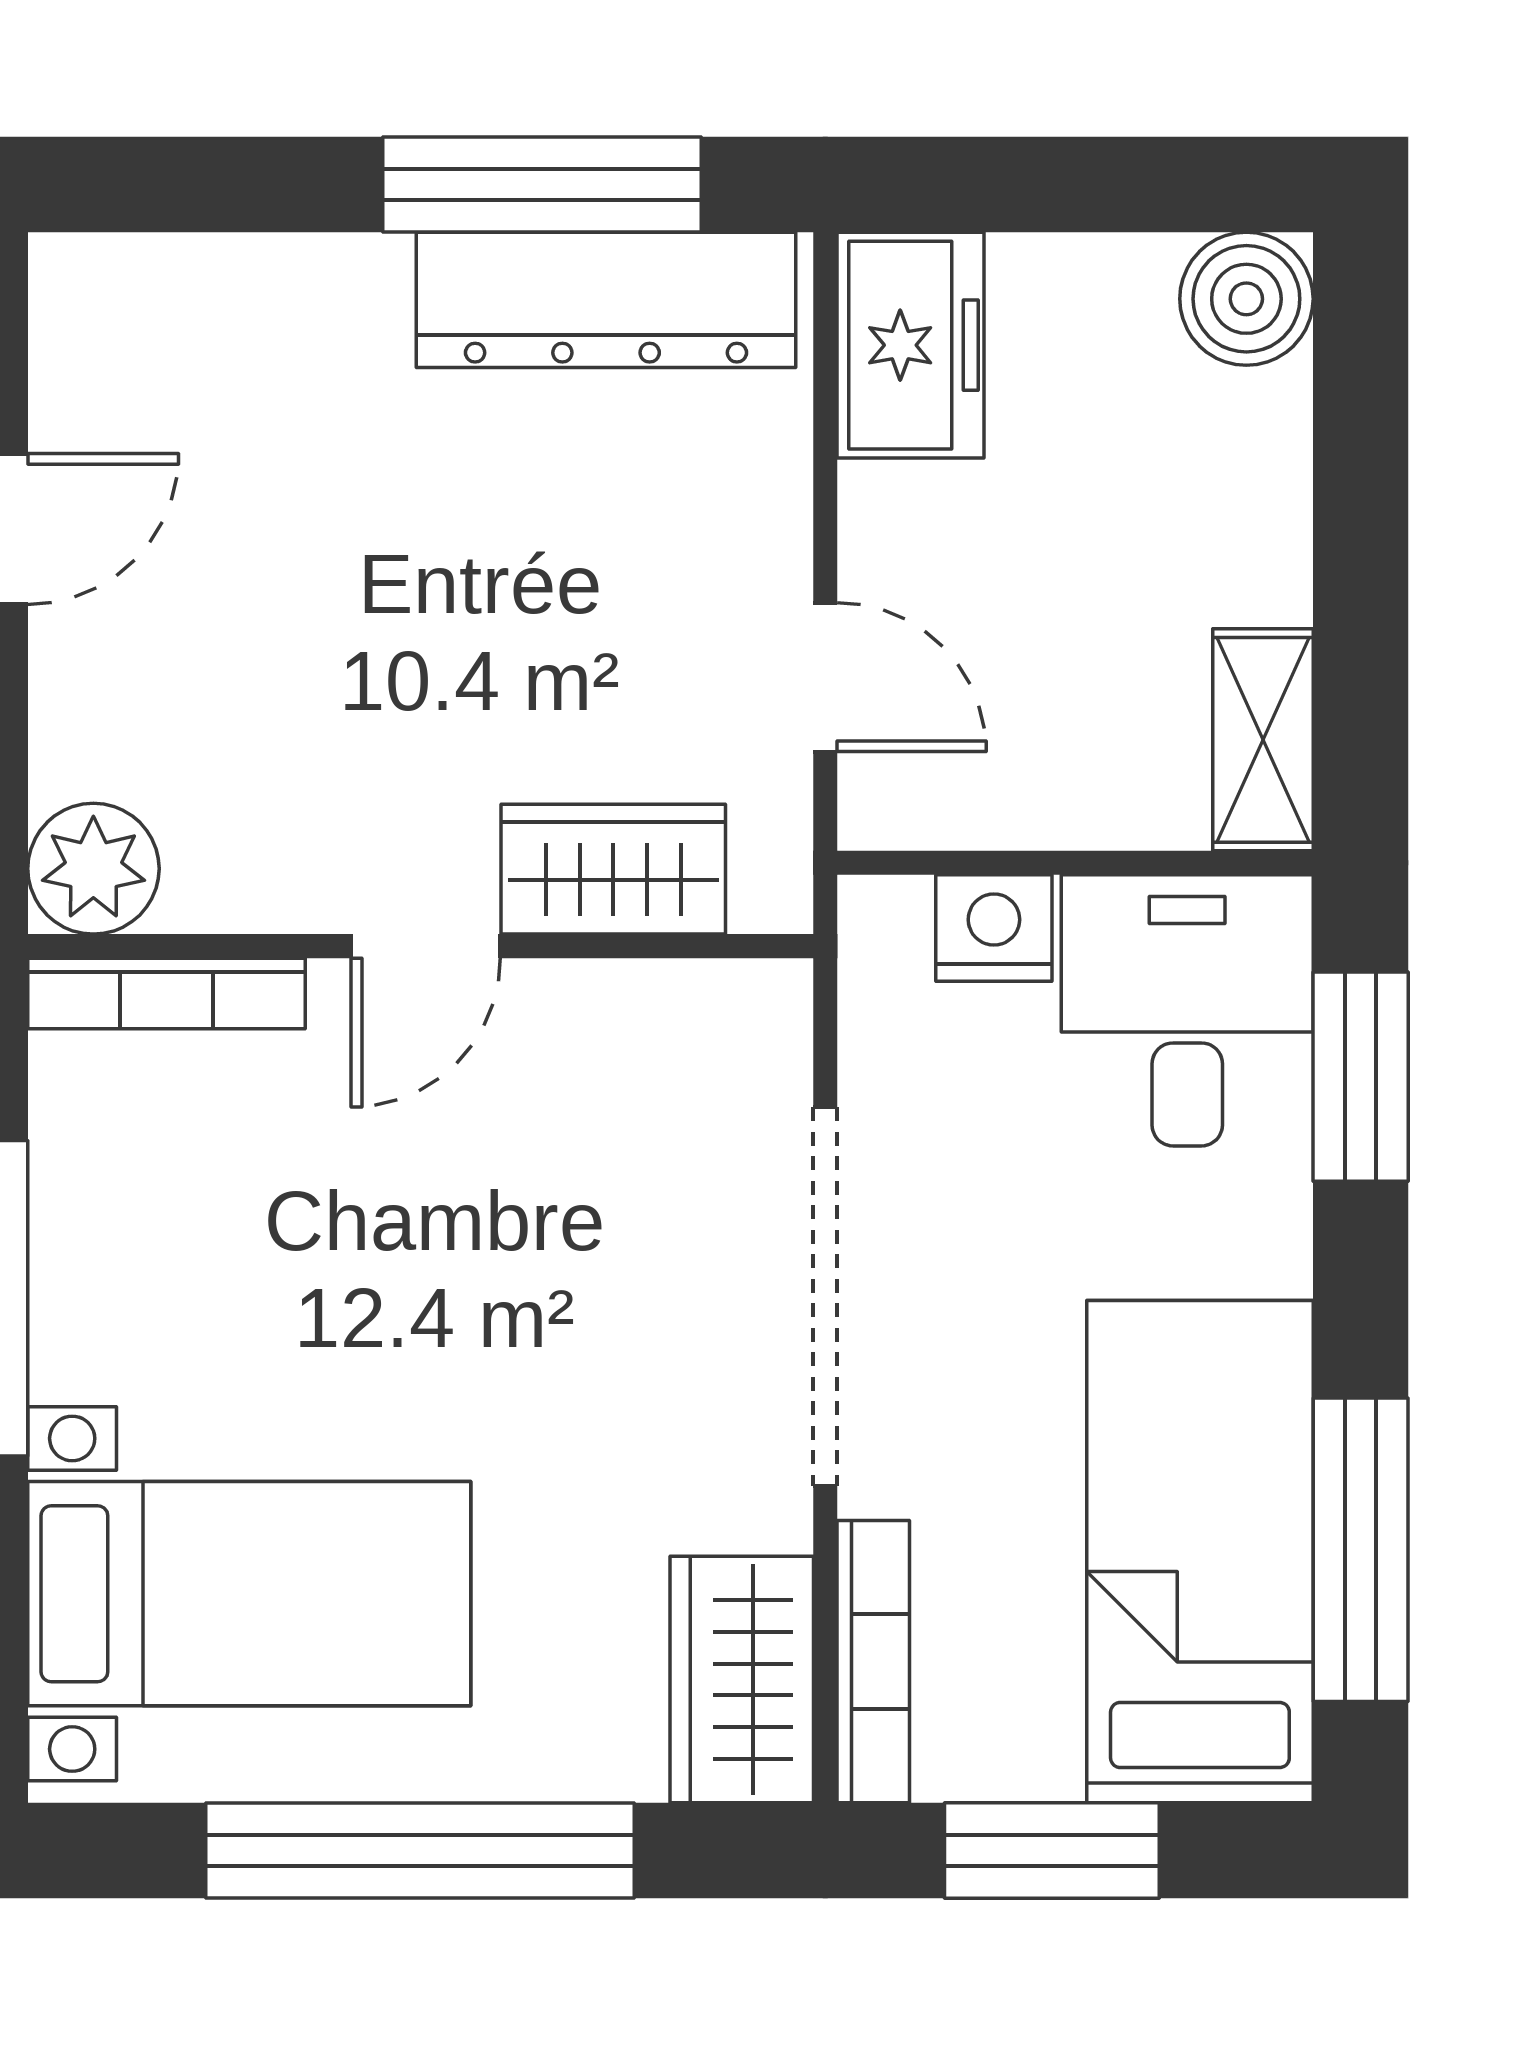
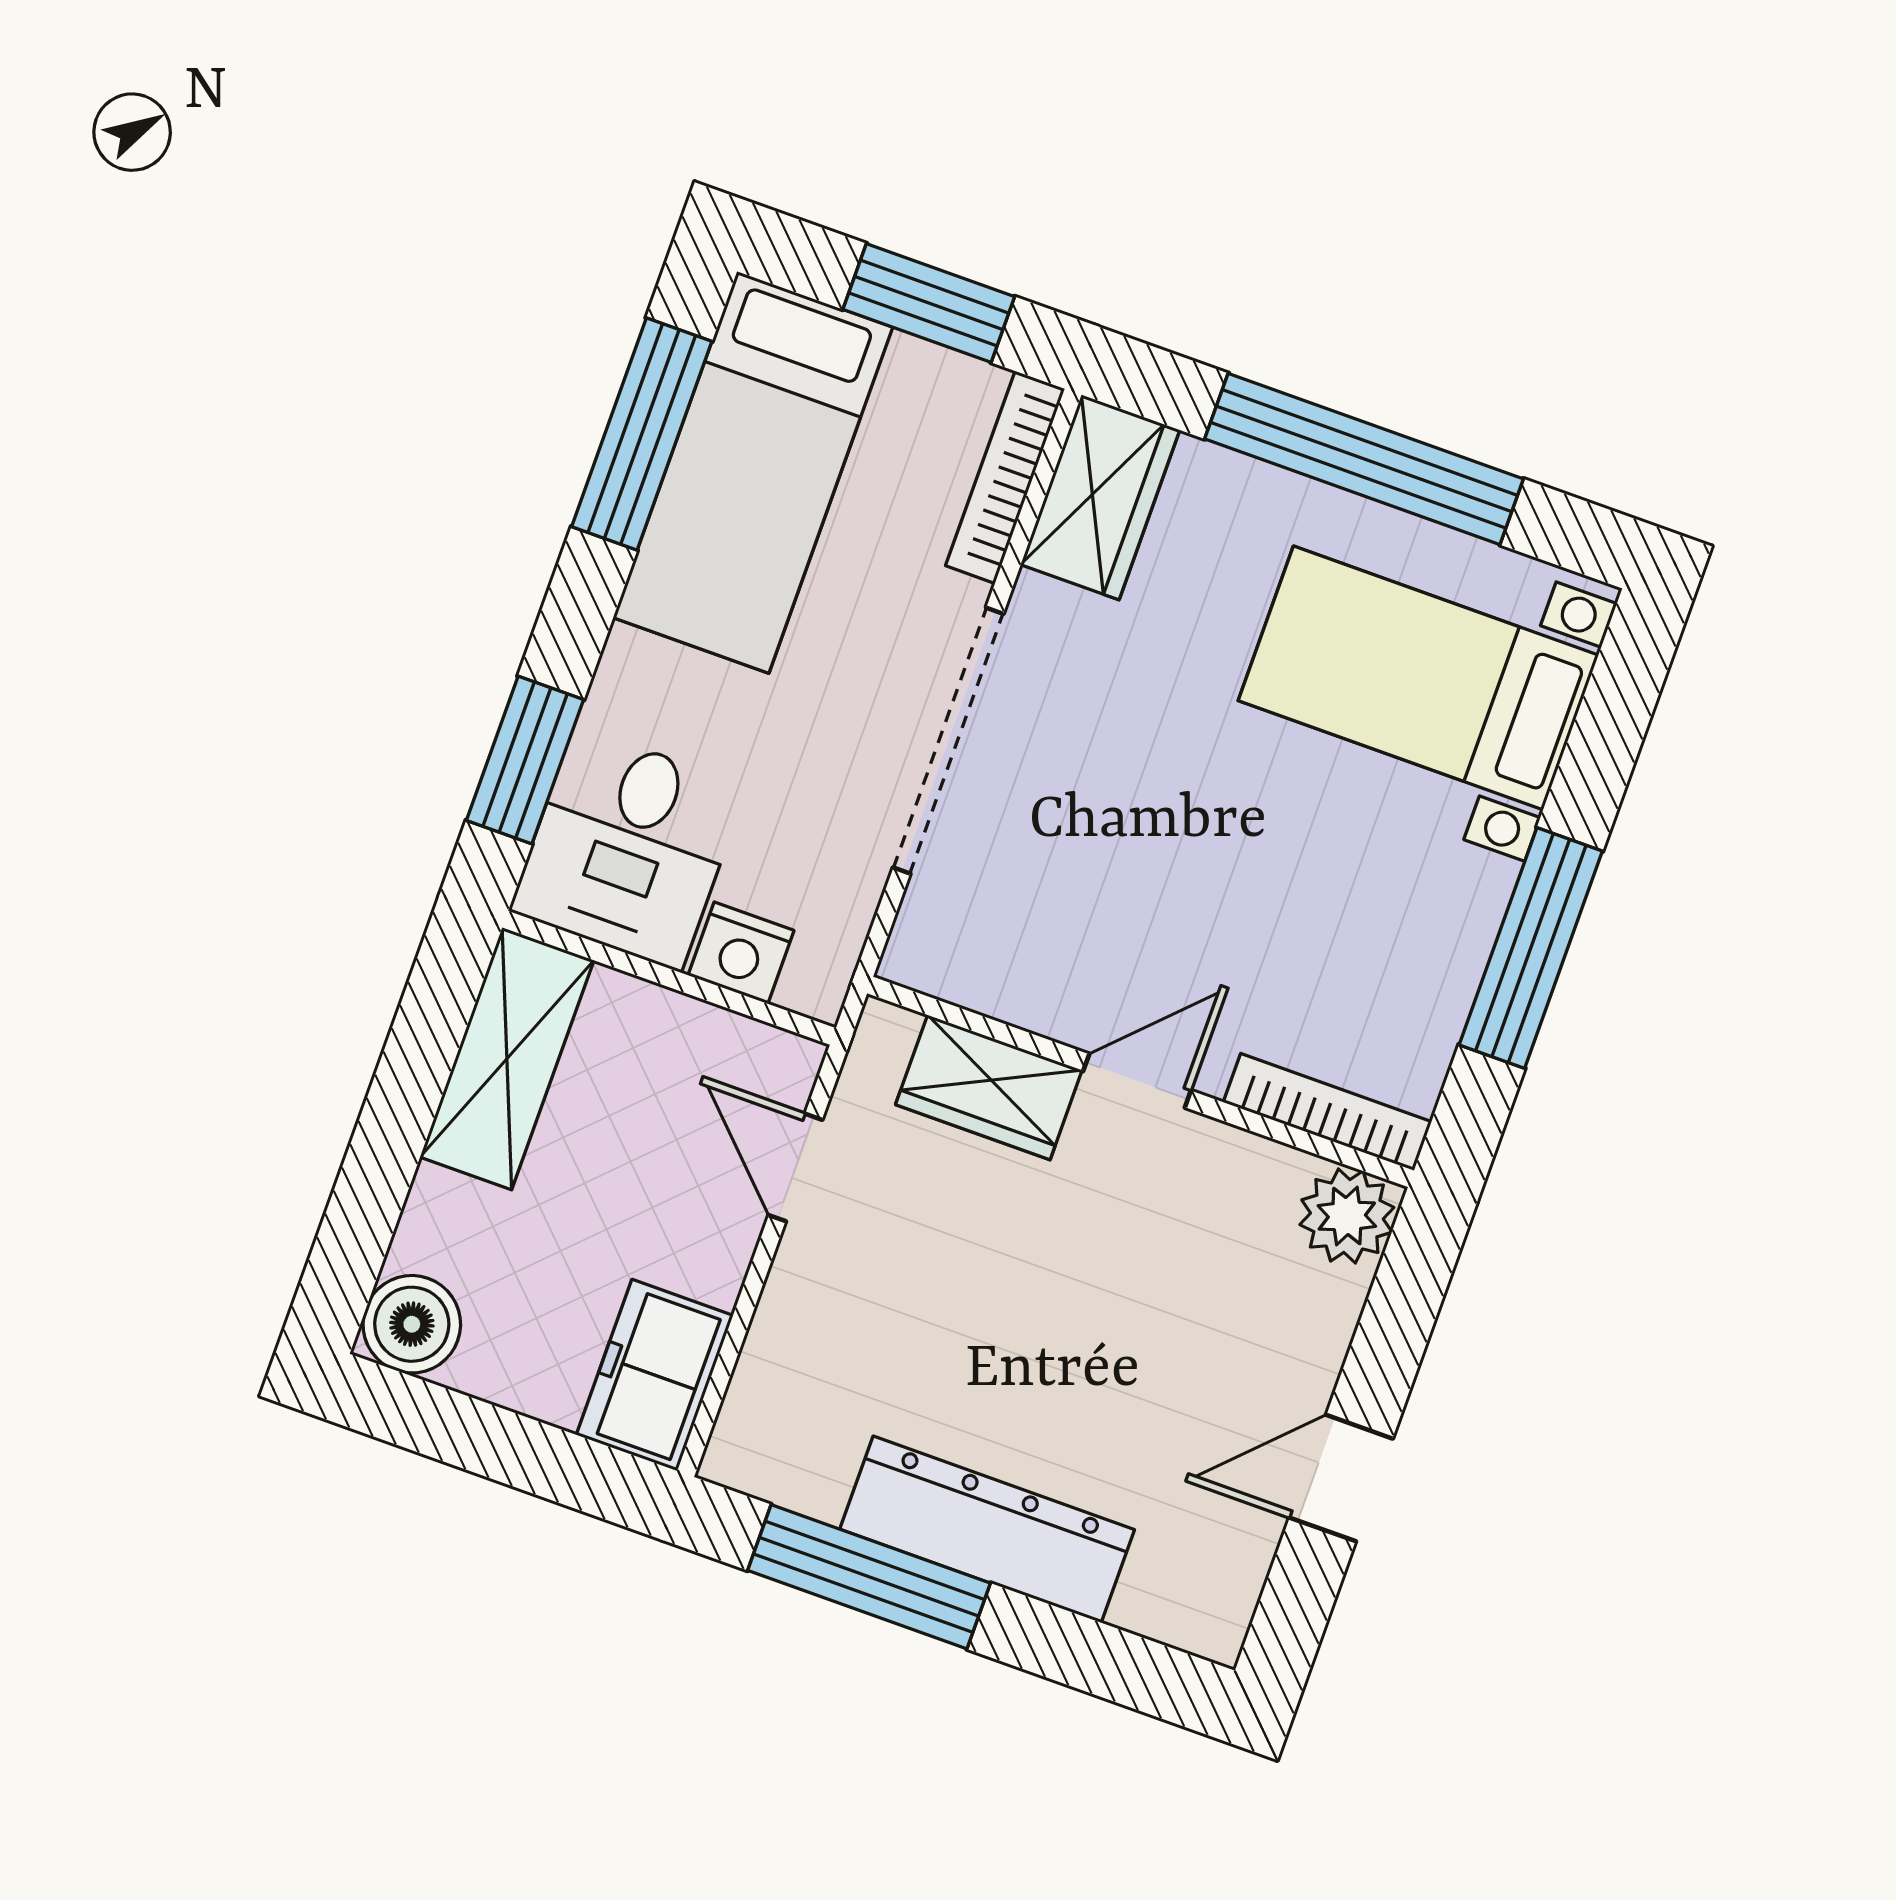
dresser: (606, 300) -> (987, 1529), moved
shelving: (1263, 740) -> (507, 1059), width x1.50, depth x1.33

